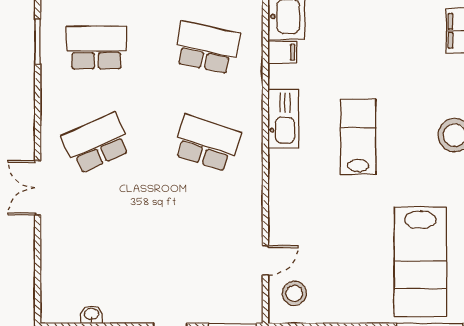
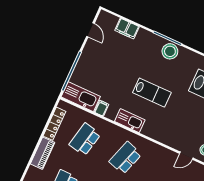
lab bench: (358, 137) -> (152, 93), turned 180
door: (265, 260) -> (186, 156), swing flipped

